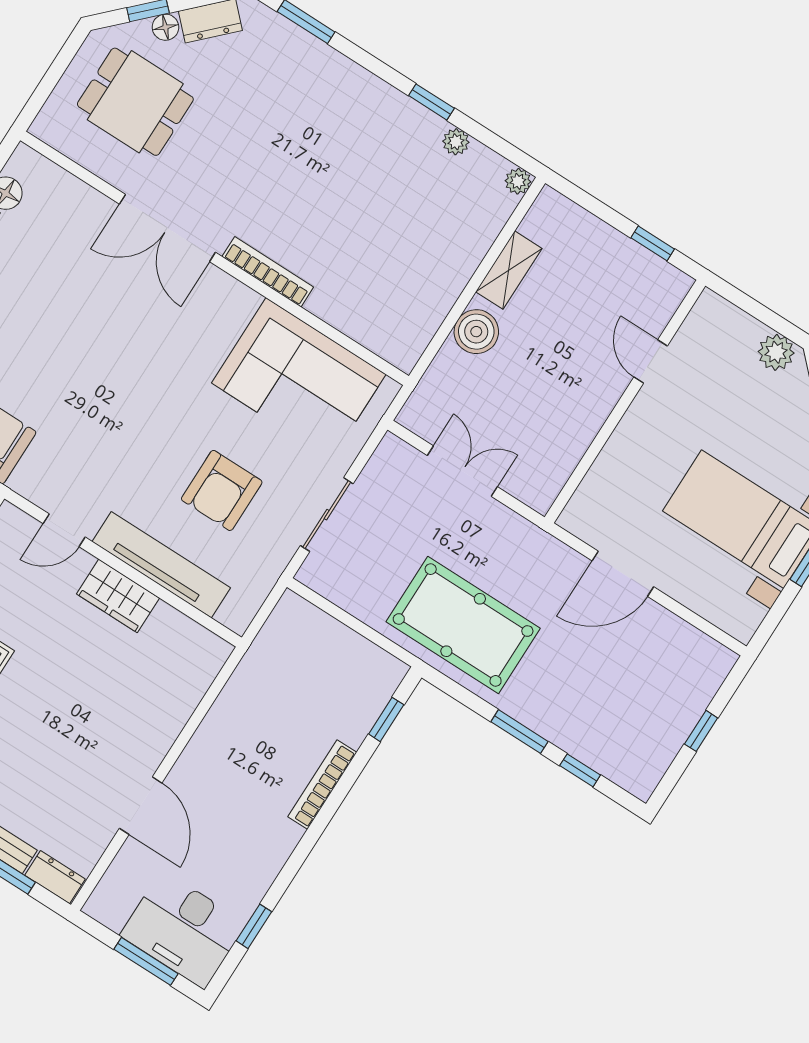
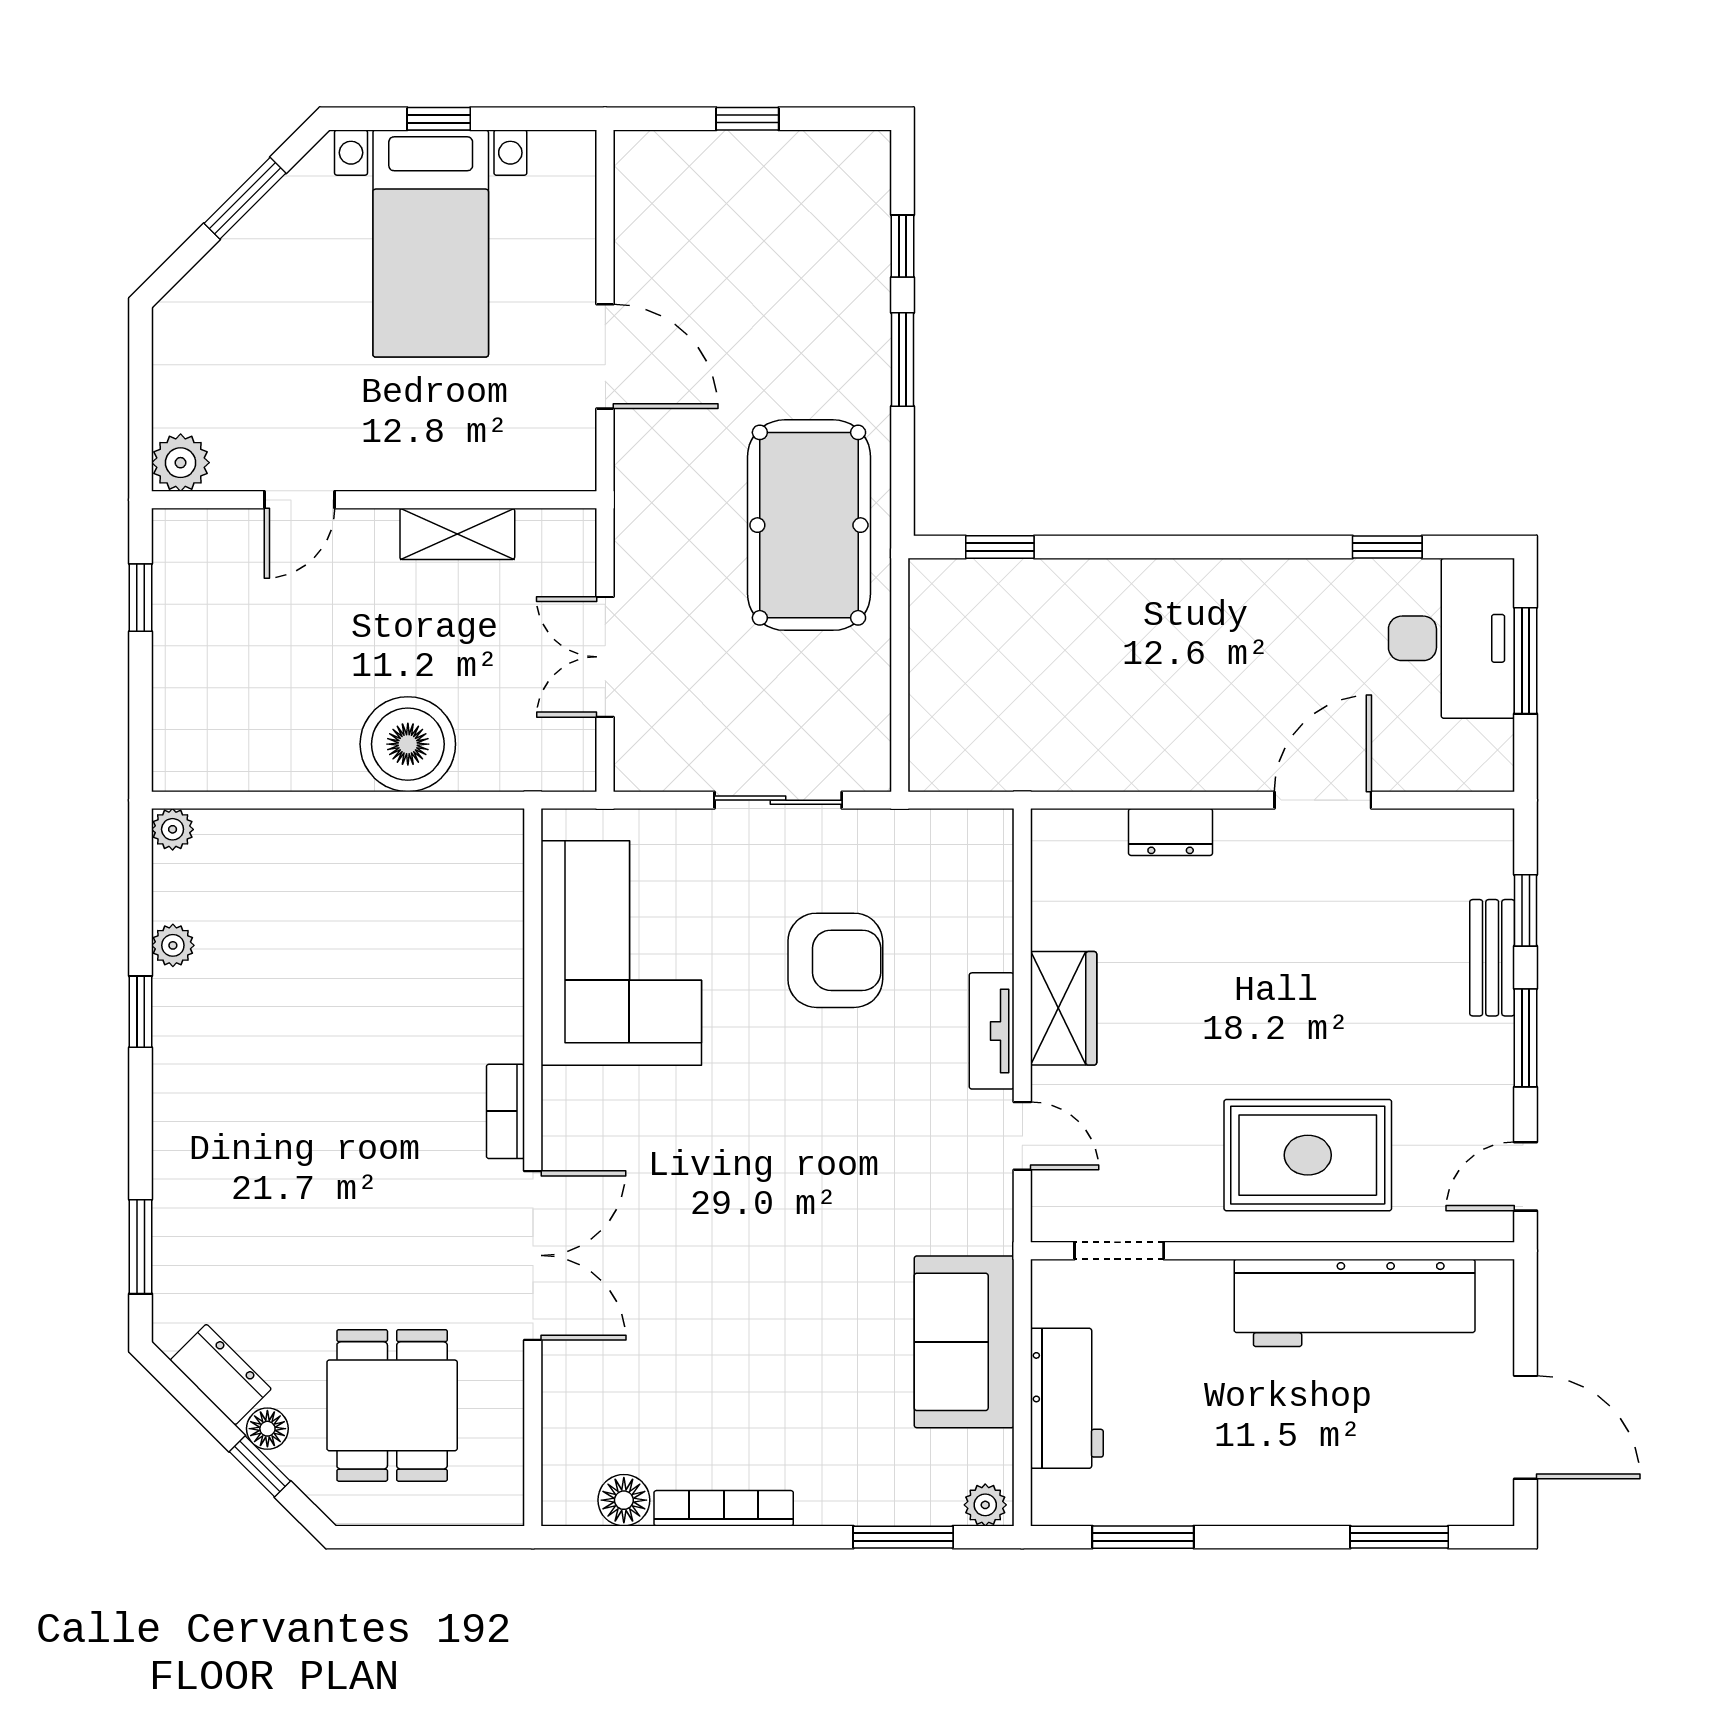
shelving: (509, 270) -> (457, 534), moved
bookcase: (268, 272) -> (505, 1111), width x0.64
boiler: (476, 332) -> (408, 744), width x1.37, depth x1.37
plant: (776, 352) -> (181, 463), moved
tv unit: (161, 565) -> (992, 1031), width x0.52, depth x0.78
bookcase: (322, 784) -> (1141, 577), removed
dresser: (55, 877) -> (1171, 832), moved, turned -90

